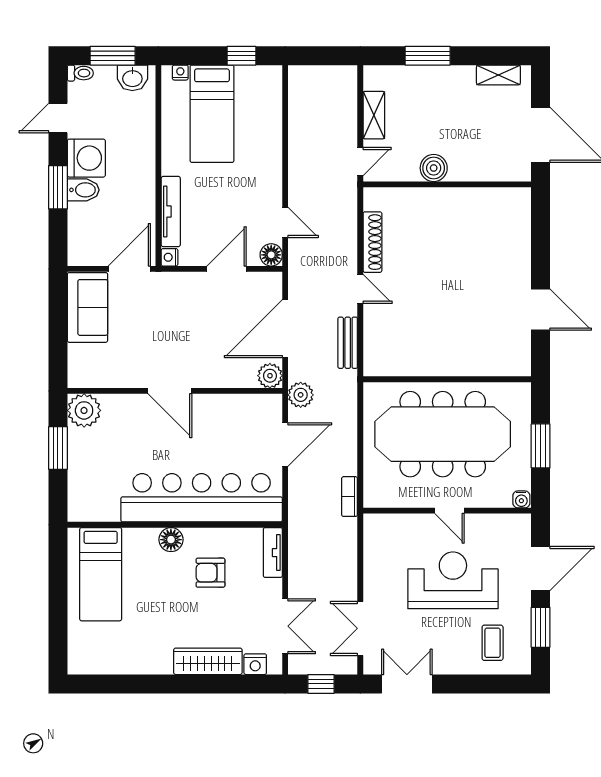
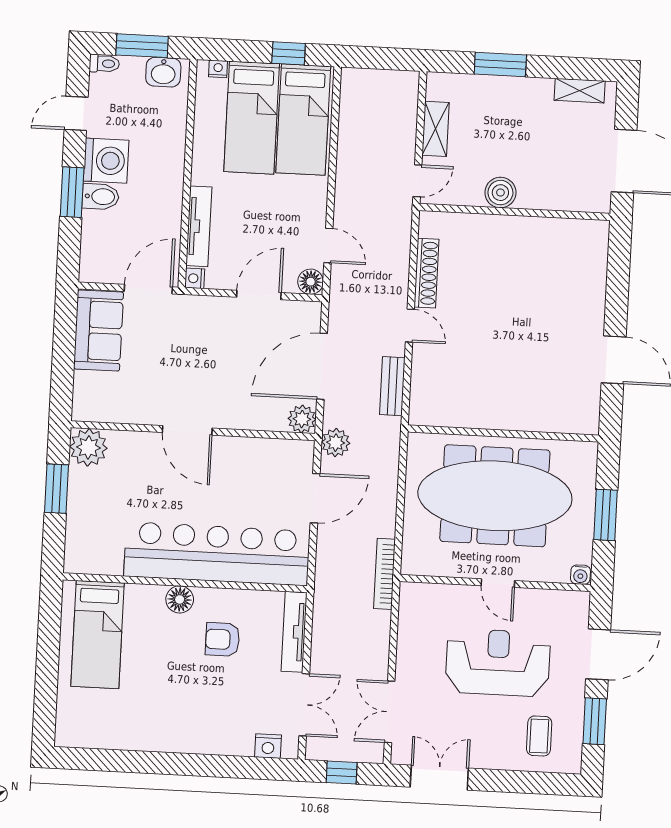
bed: (257, 113) -> (303, 120), added
bookcase: (350, 497) -> (385, 574), width x1.56
tv unit: (273, 553) -> (294, 632), width x1.41
wardrobe: (208, 661) -> (214, 740), removed

